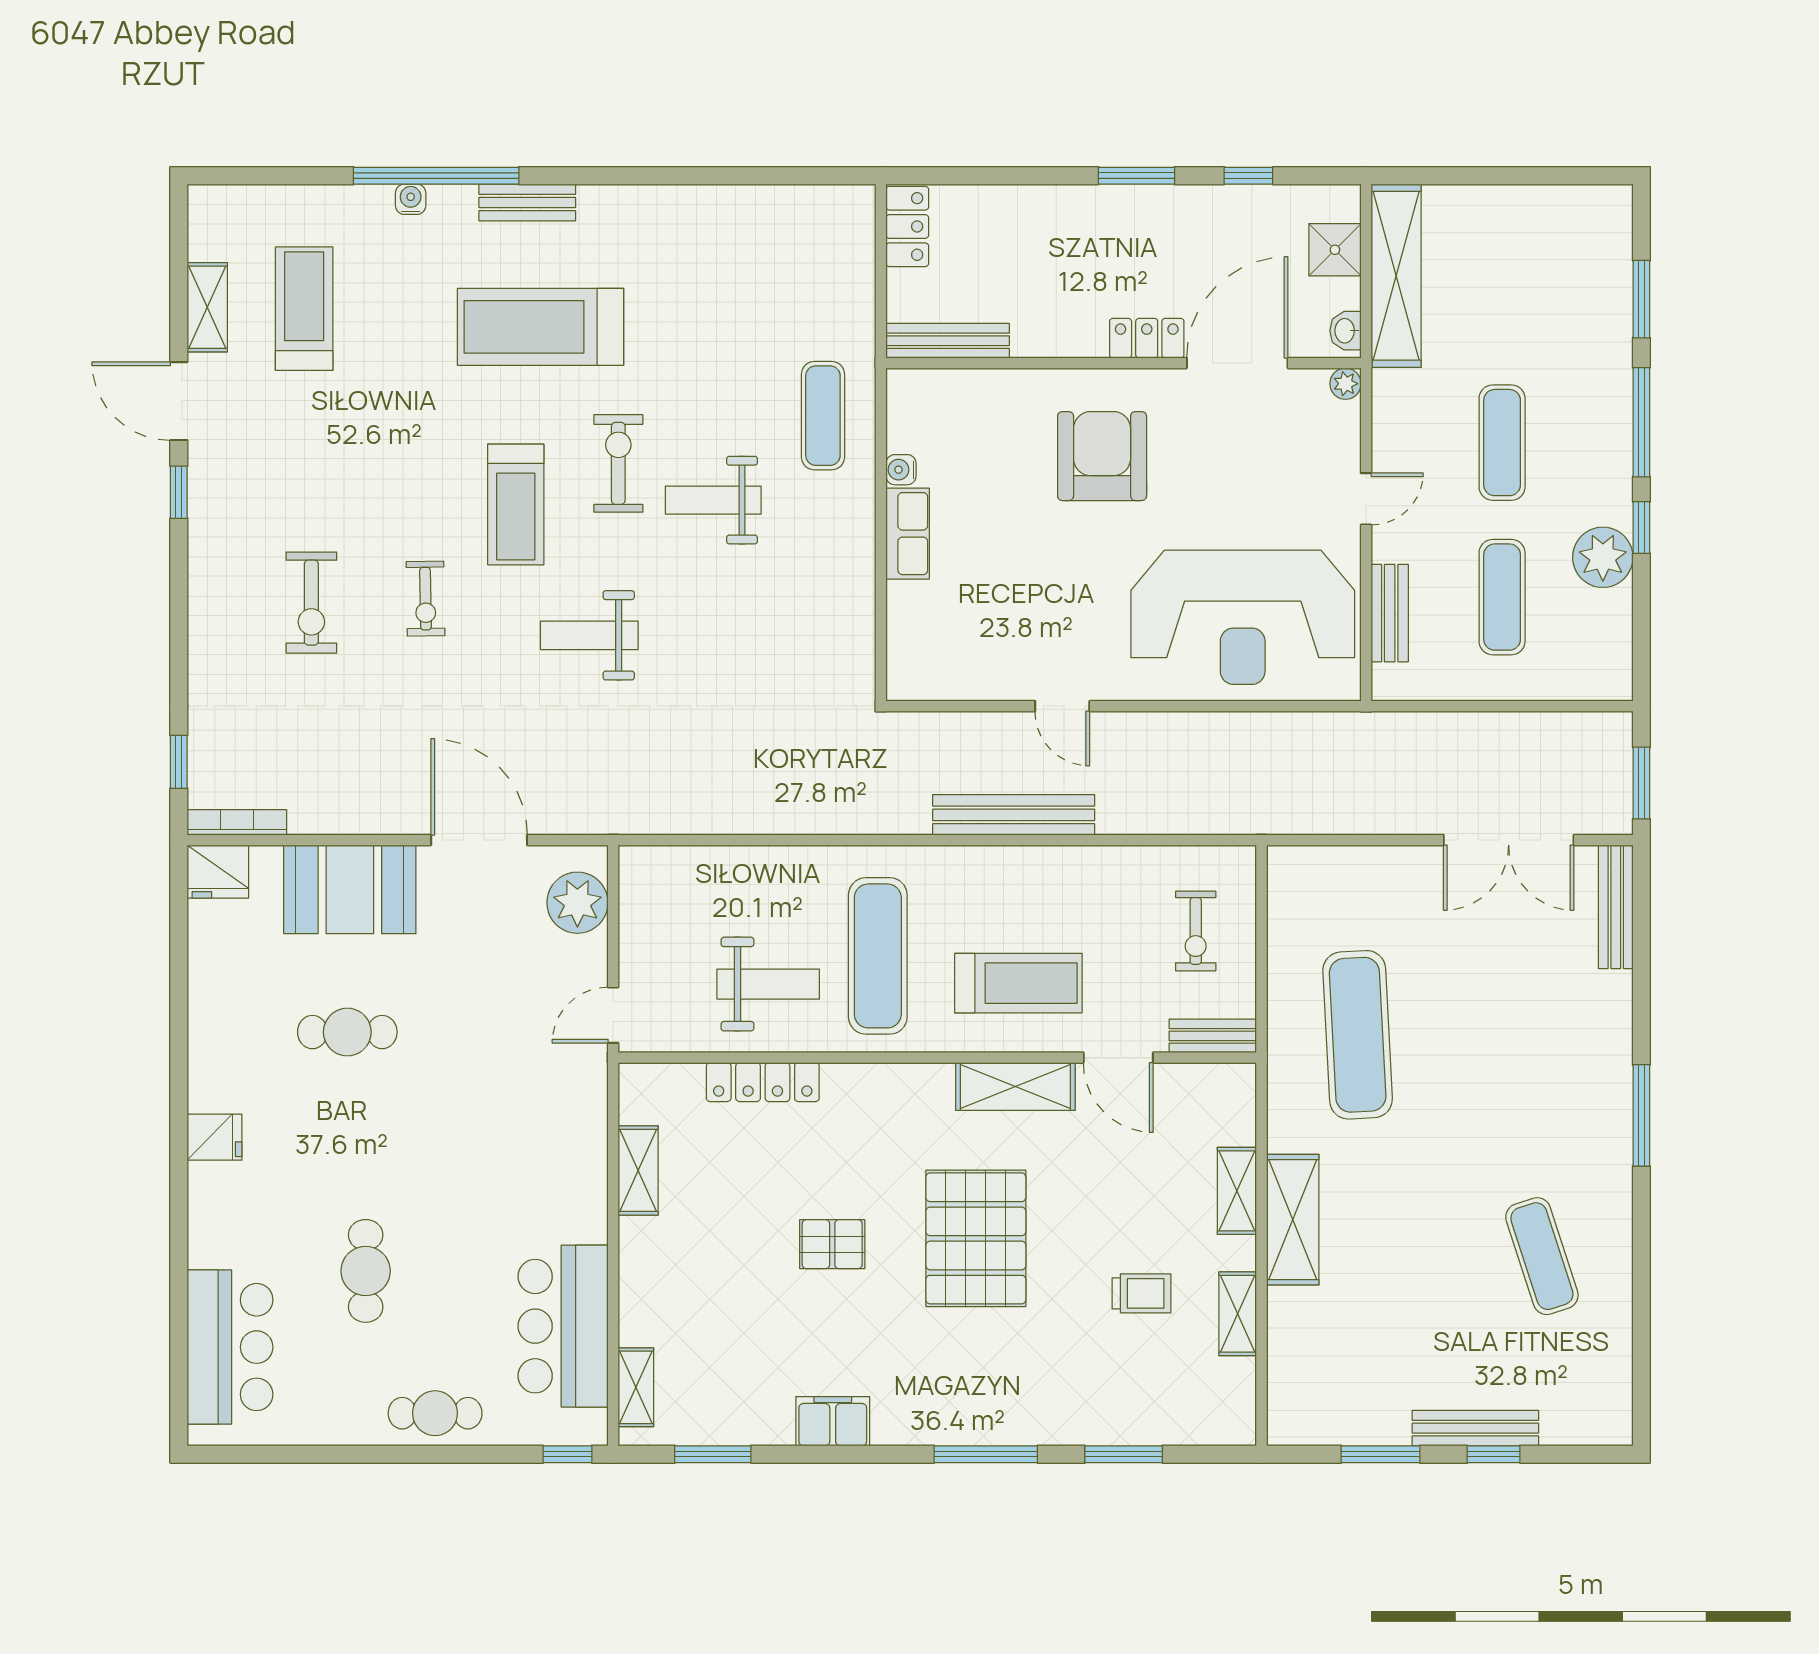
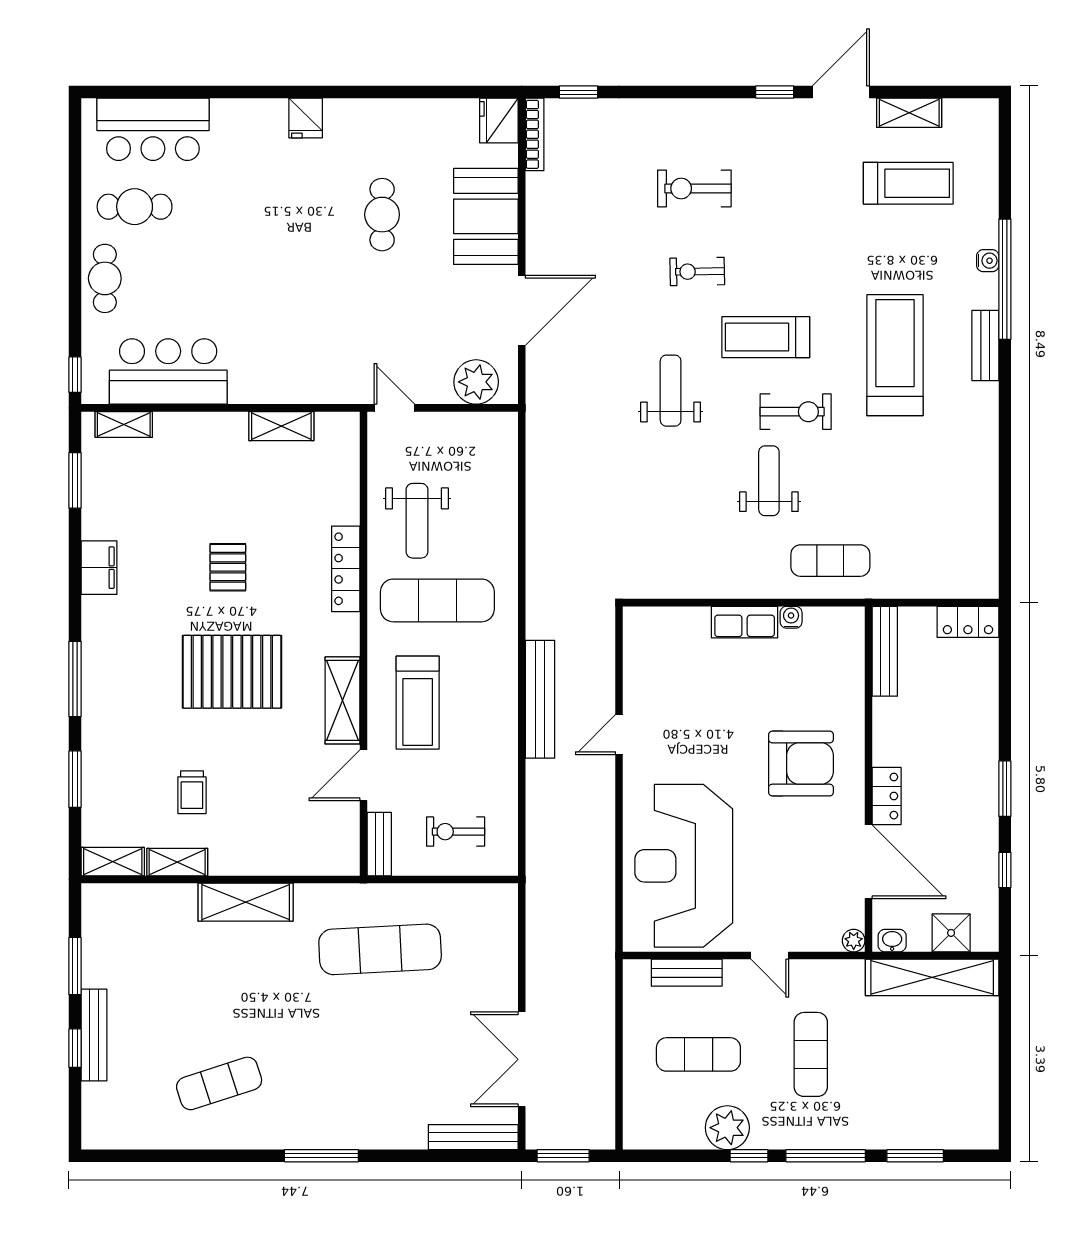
exercise mat: (1502, 443) -> (811, 1054), turned 90
locker: (763, 1082) -> (346, 569), moved
shelving: (1237, 1191) -> (113, 862), moved
cafe table: (366, 1271) -> (135, 207), moved

